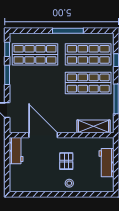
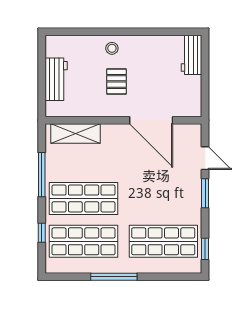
window: (7, 75) -> (205, 193), moved
workbench: (16, 151) -> (191, 55), moved

